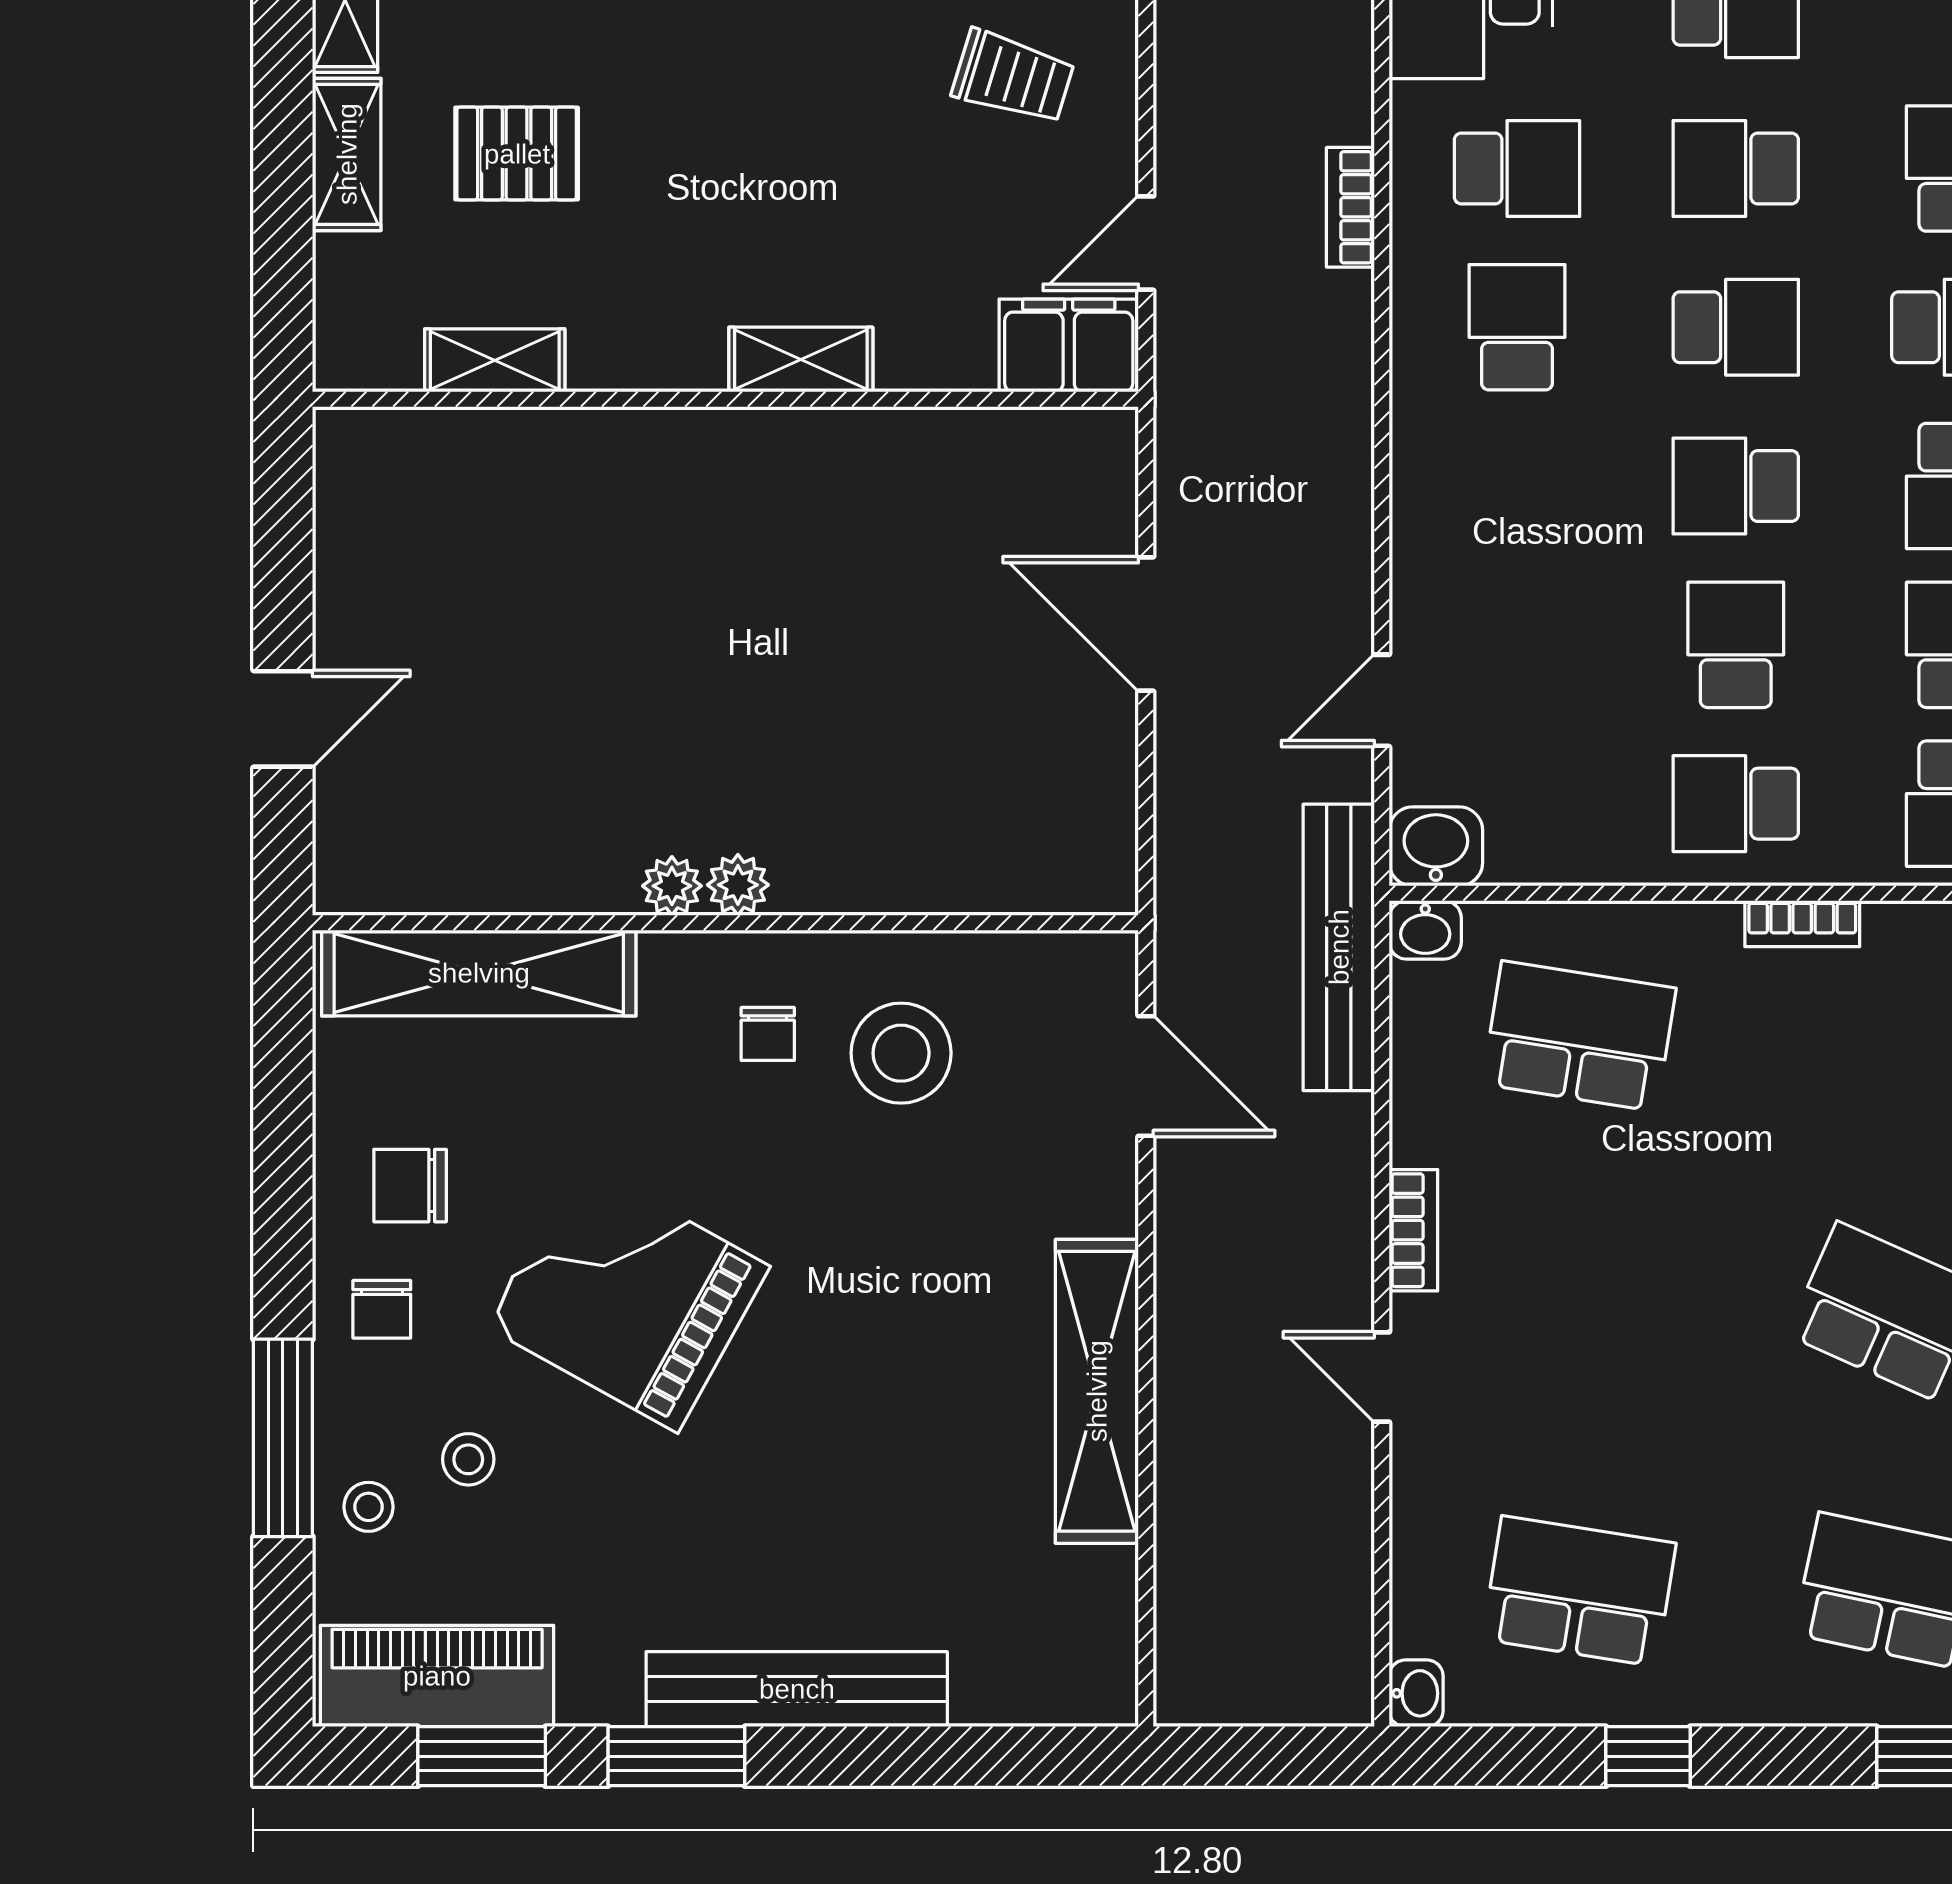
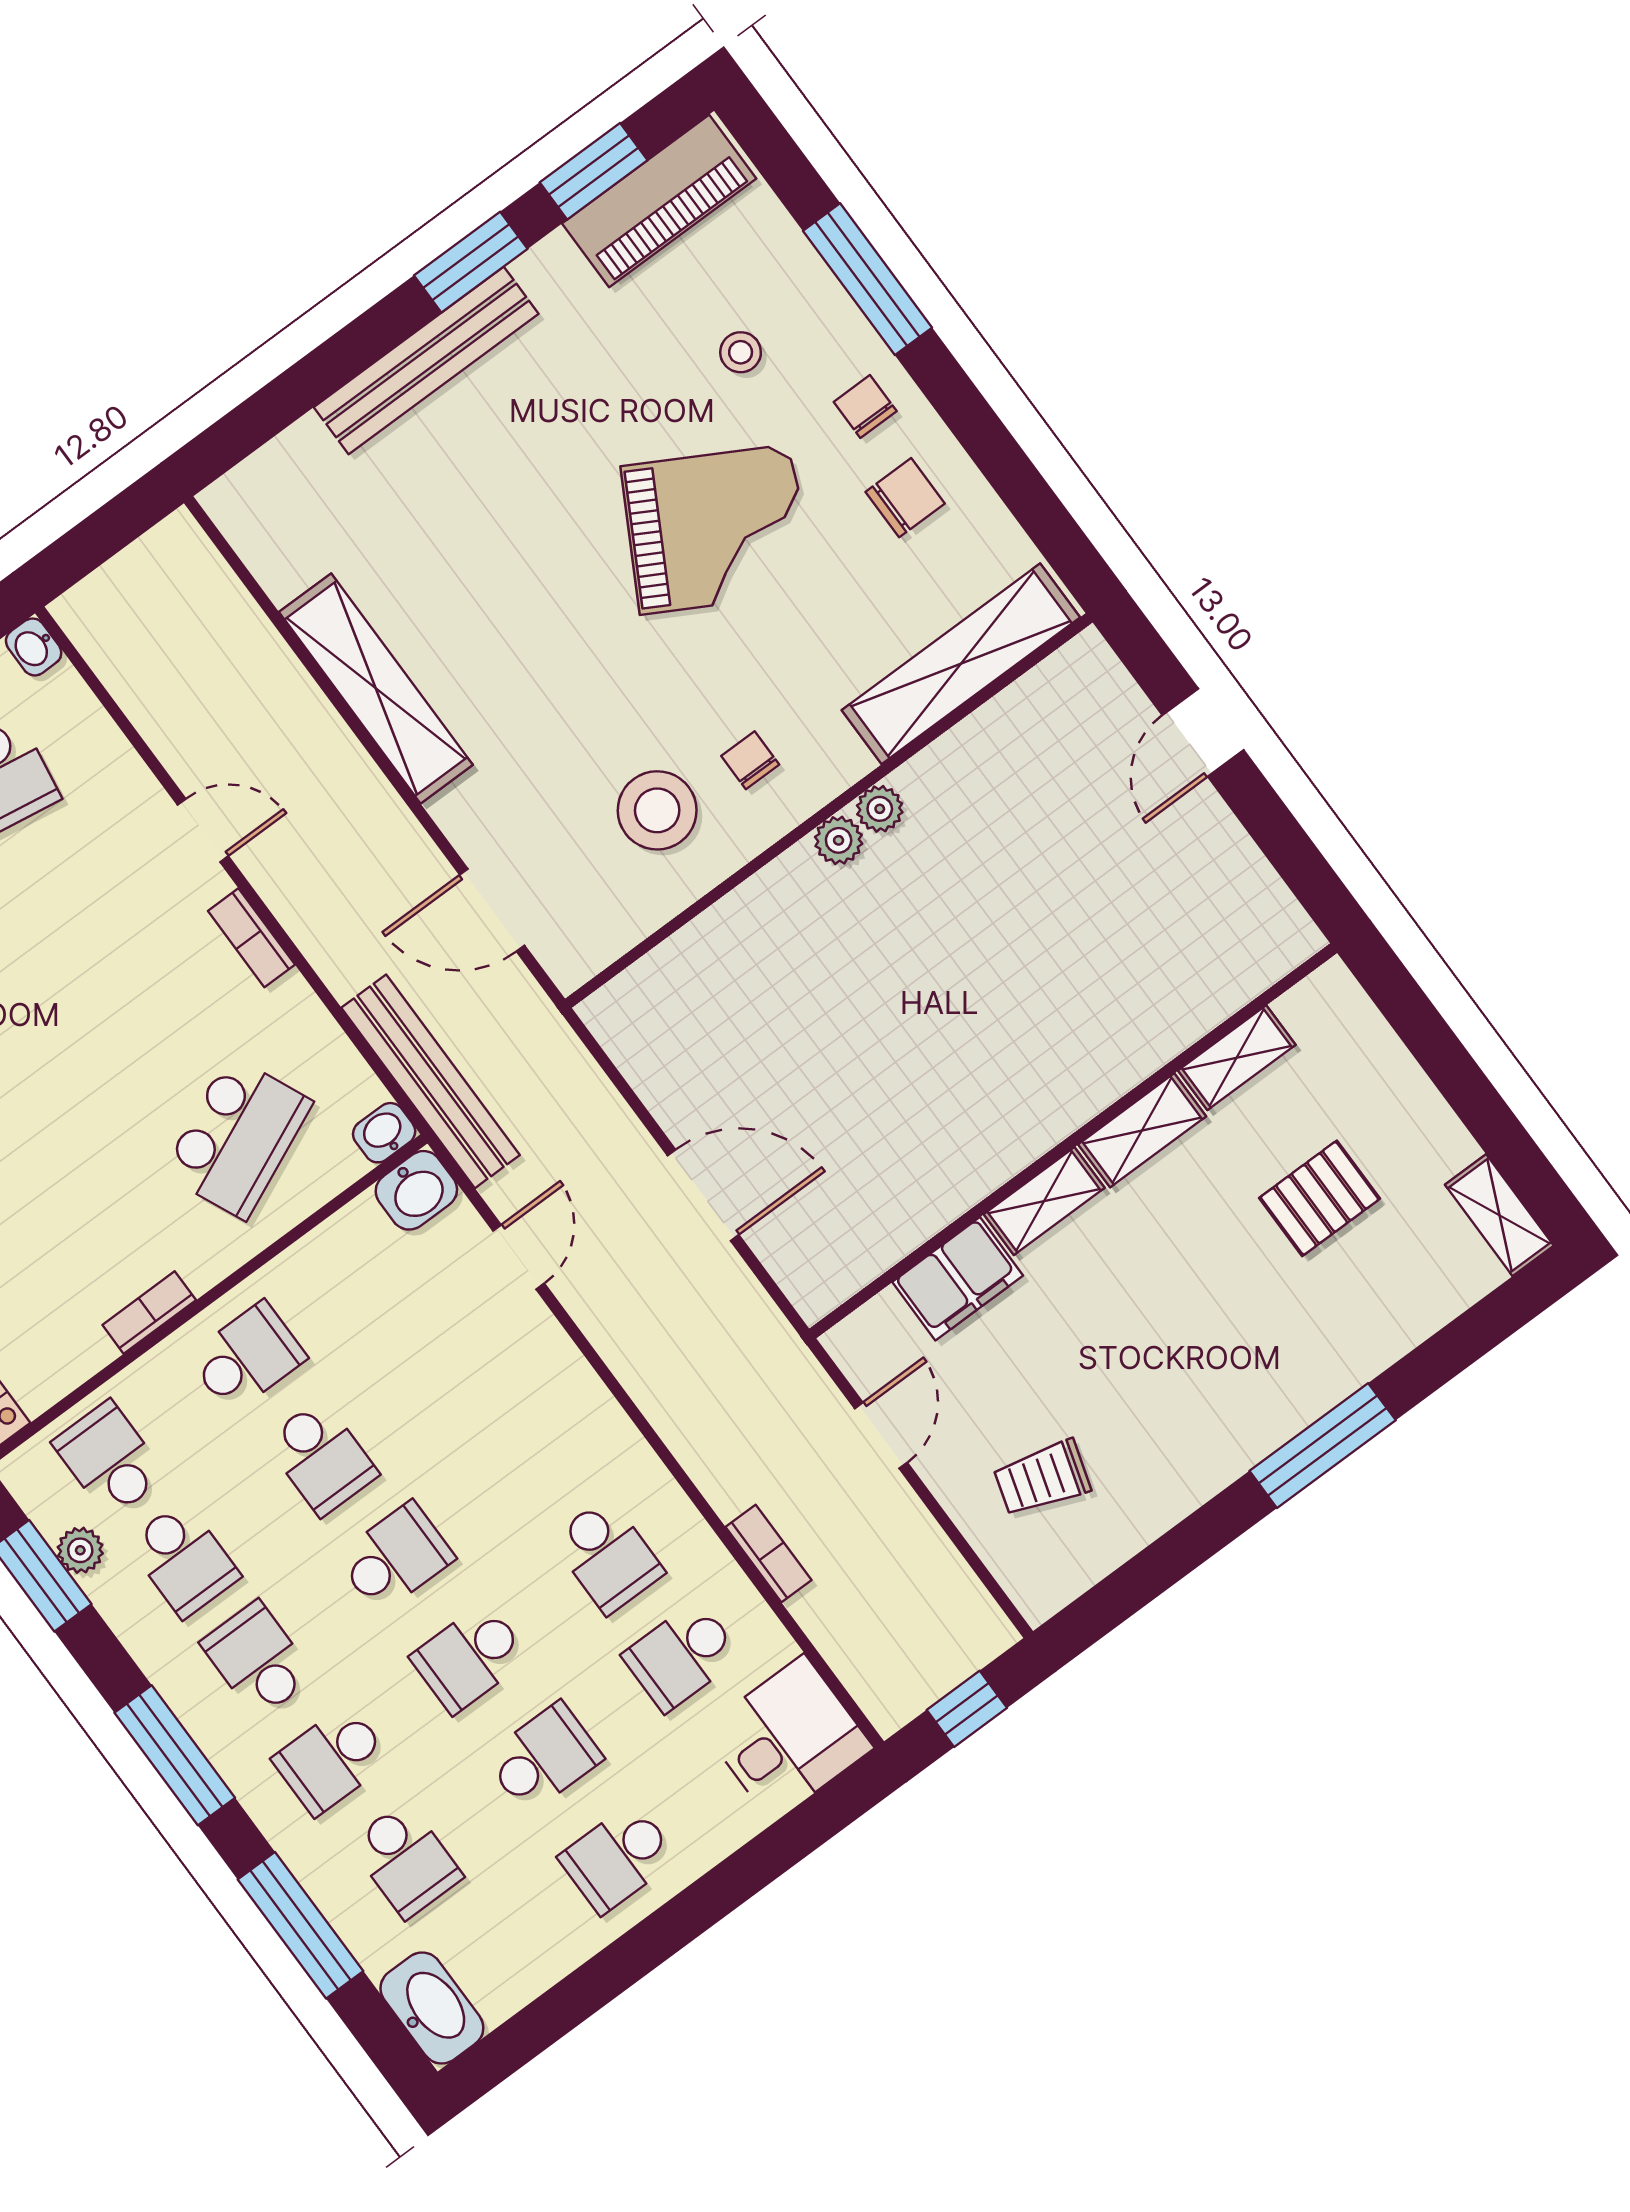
shelving: (347, 154) -> (1142, 1130), moved, turned 90
filing cabinet: (1069, 345) -> (958, 1279), moved
school desk: (1579, 1036) -> (237, 1137), turned -33
stool: (368, 1507) -> (781, 276), removed

